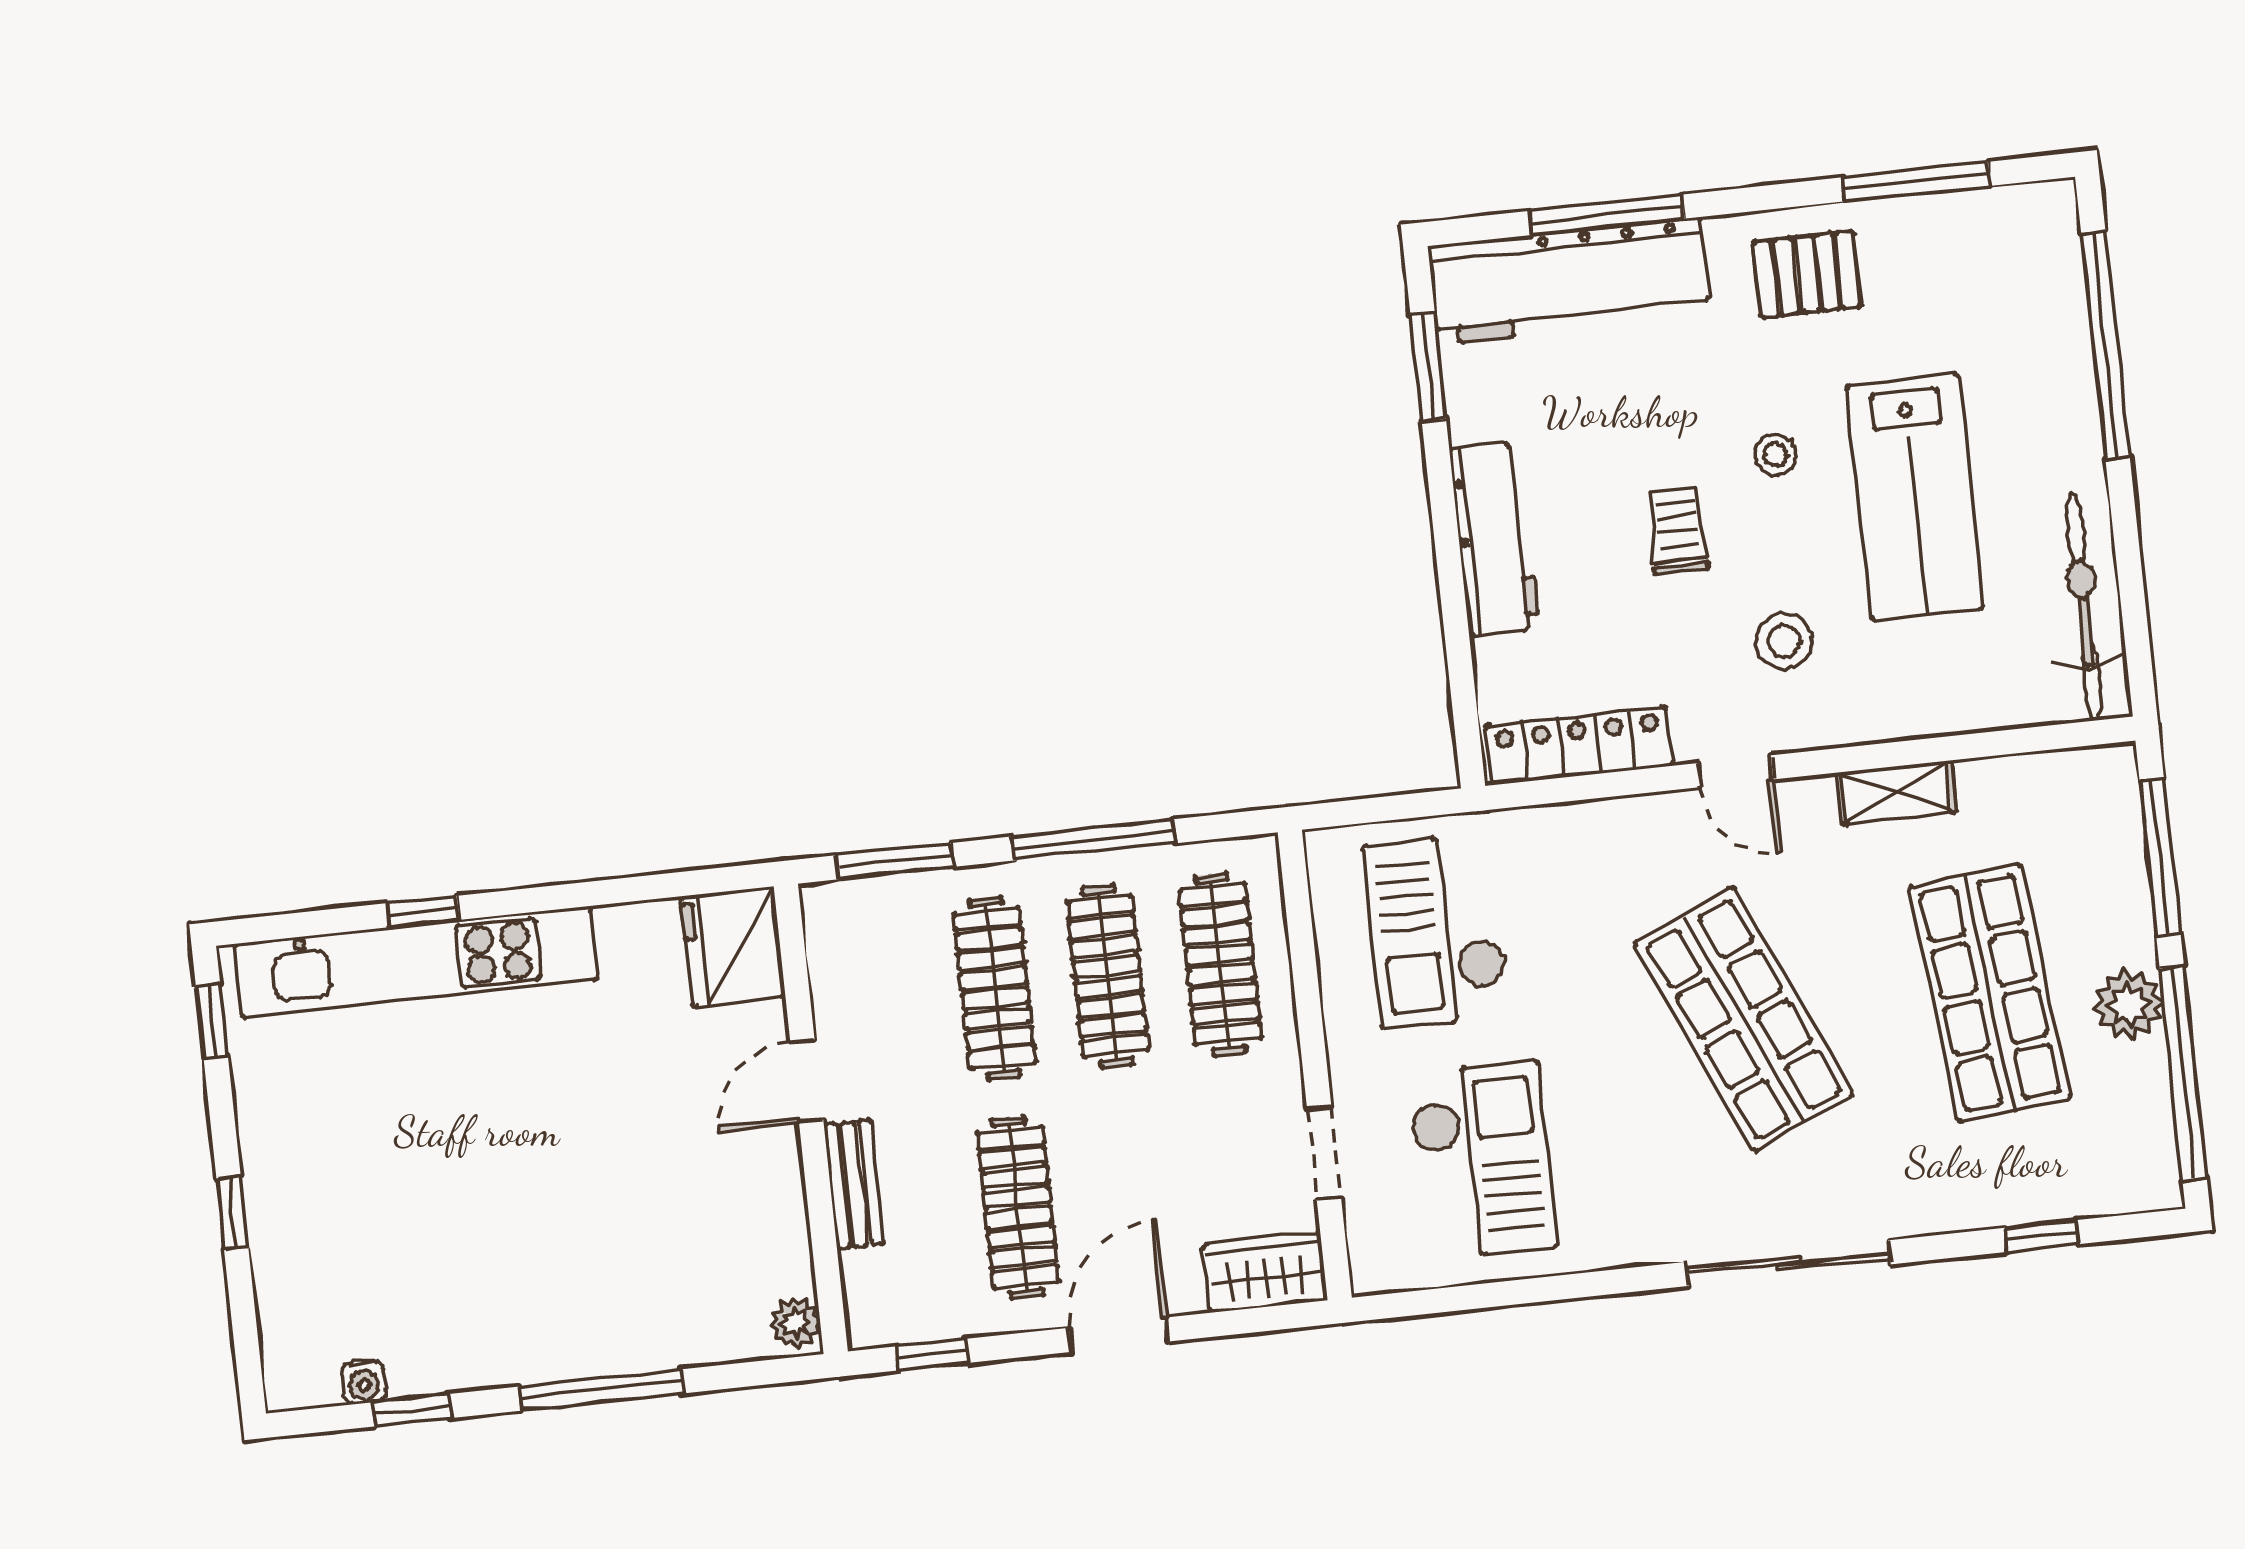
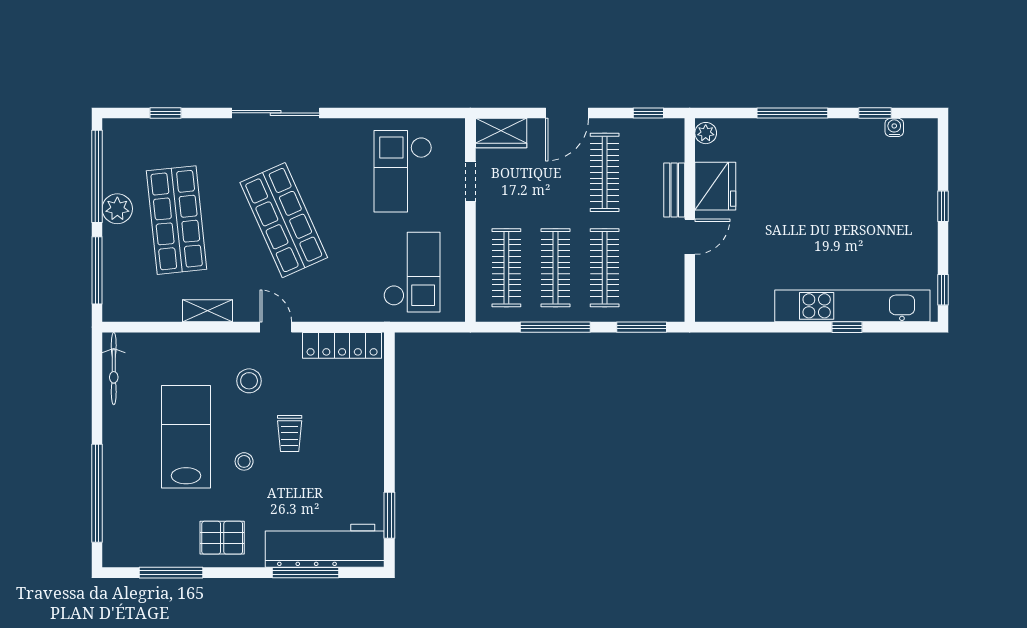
workbench: (1494, 539) -> (369, 438), removed
bicycle: (2084, 607) -> (114, 369), width x0.73, depth x0.71
fridge: (733, 946) -> (715, 186), moved

